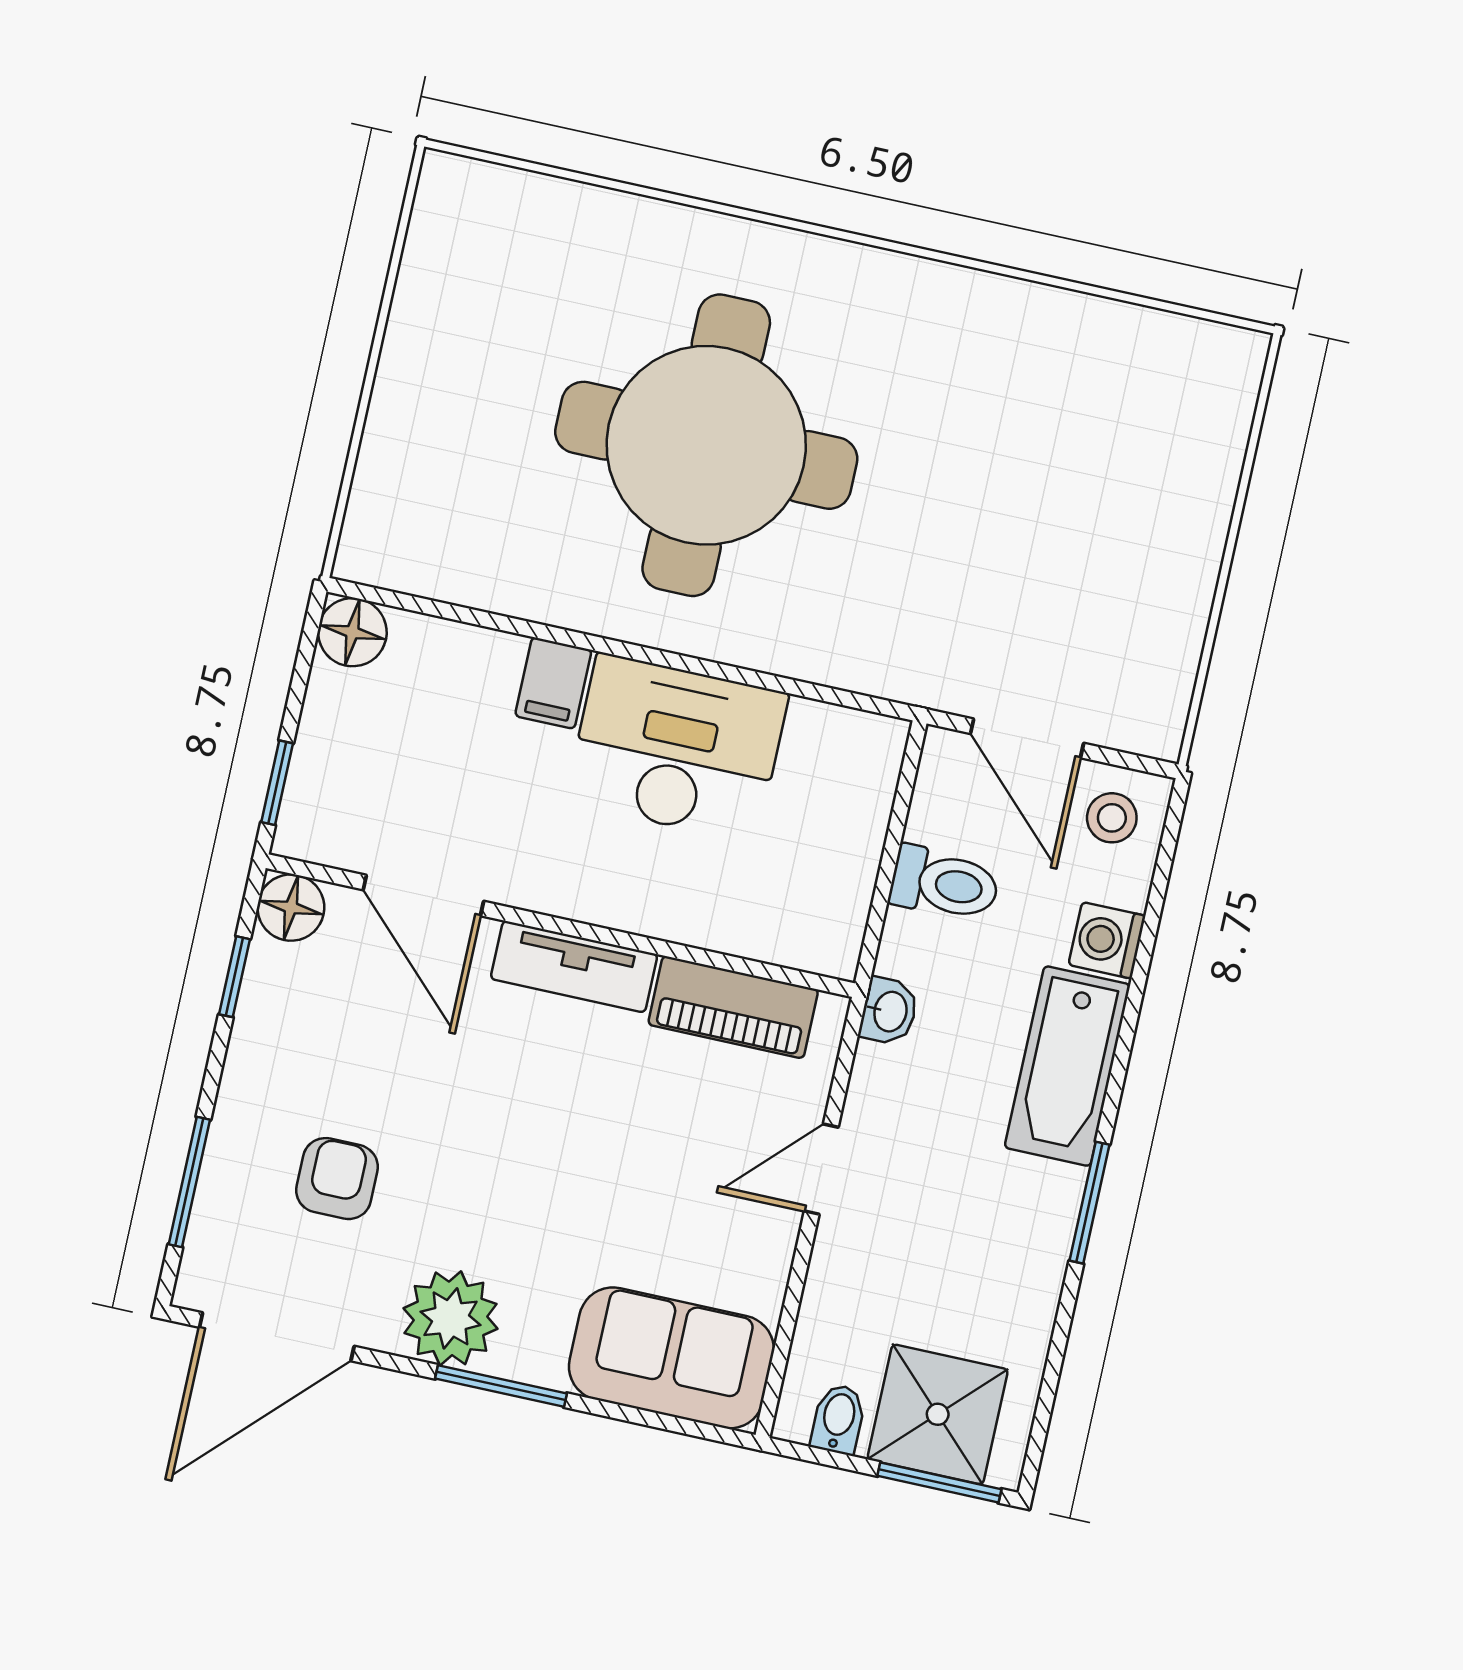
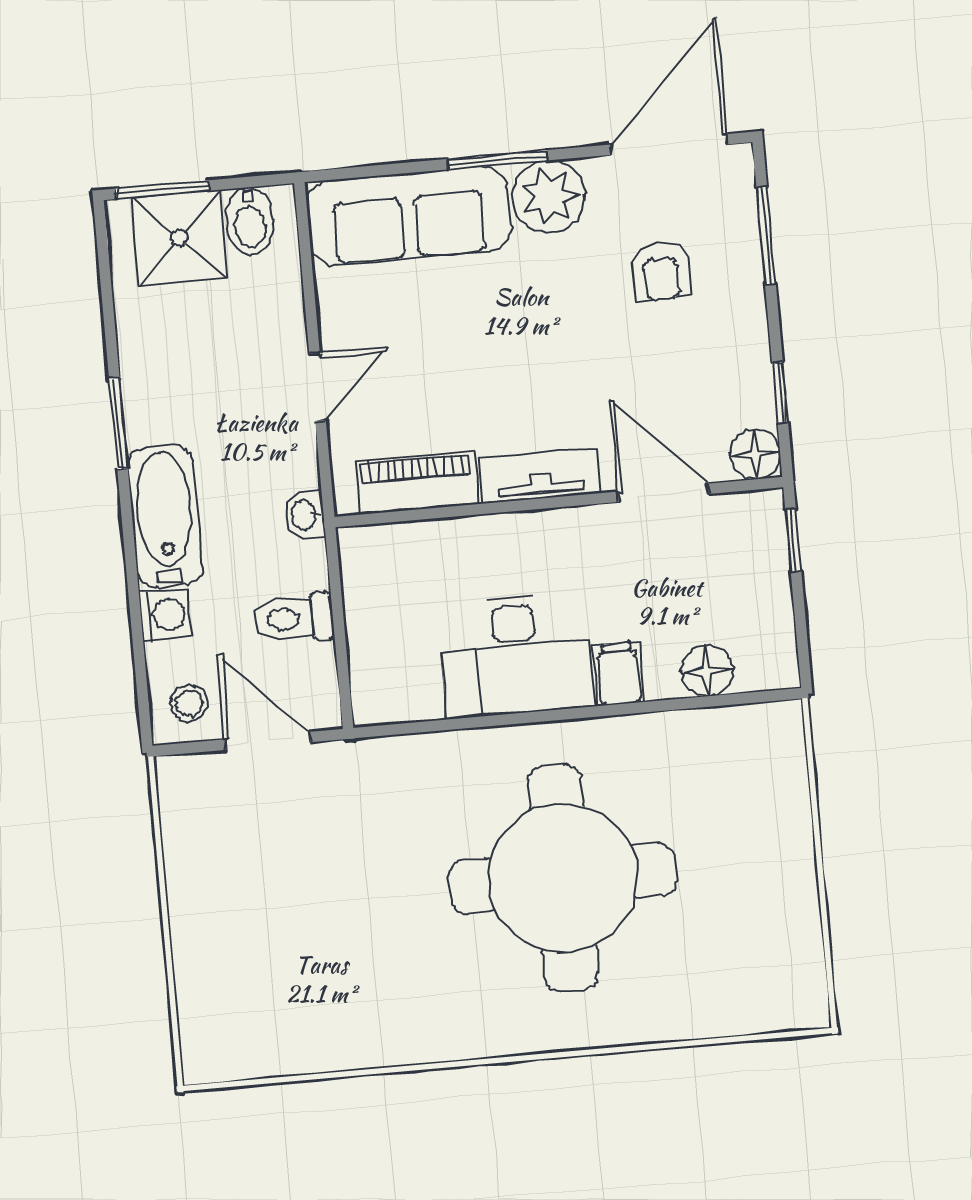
floor lamp: (352, 632) -> (707, 671), moved
sofa: (671, 1358) -> (409, 216), width x1.36
bidet: (838, 1419) -> (250, 221), width x1.38, depth x1.36

